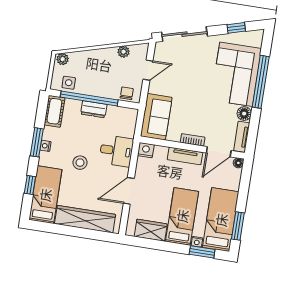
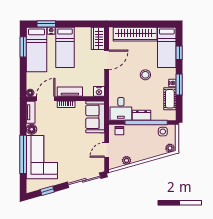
cot: (54, 111) -> (170, 99), moved
desk: (116, 151) -> (121, 109), moved, turned -90
wardrobe: (151, 230) -> (98, 38), moved, turned 90

